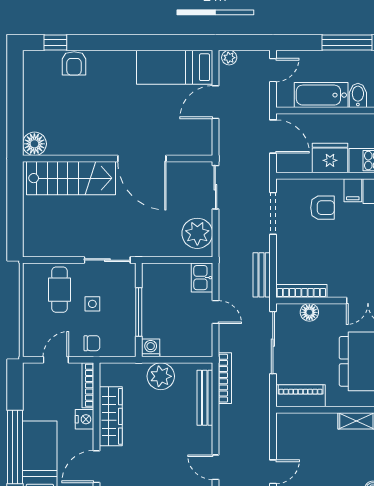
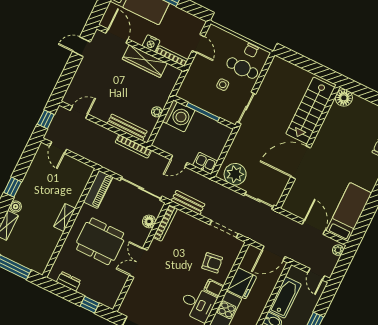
armchair: (322, 208) -> (212, 263), turned -98
chair: (92, 343) -> (251, 50), moved
washing machine: (151, 348) -> (179, 116), width x1.89, depth x1.89
plant: (161, 376) -> (157, 112), width x0.53, depth x0.53

